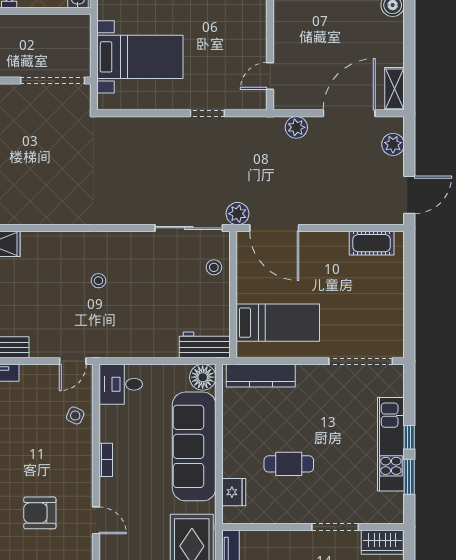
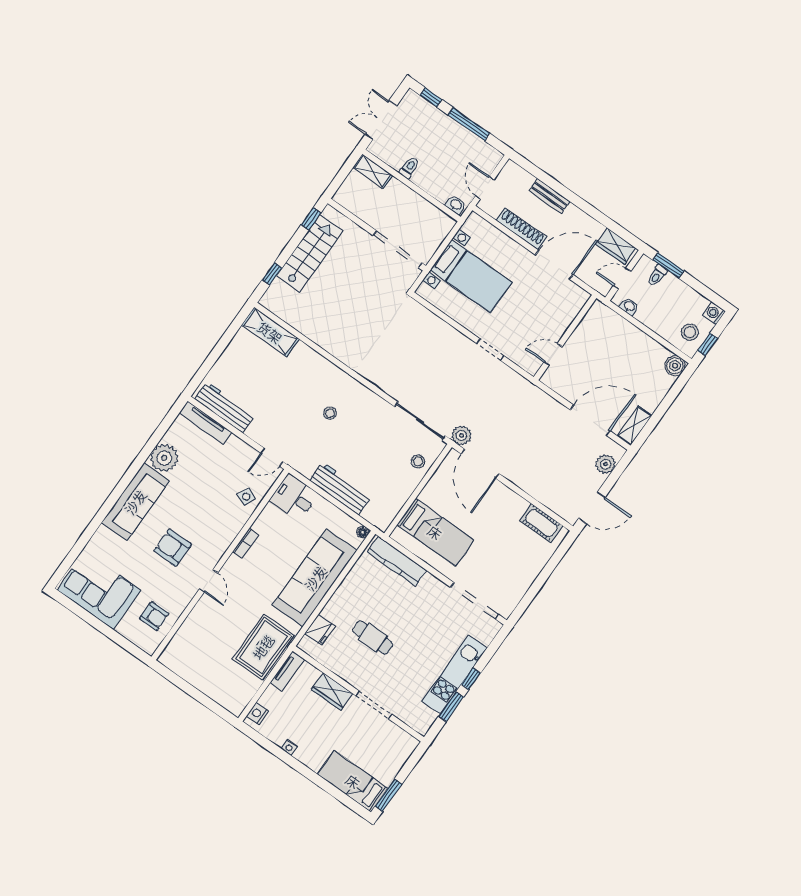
plant: (296, 127) -> (546, 404), removed
workbench: (205, 345) -> (340, 489), moved, width x1.38
floor lamp: (203, 377) -> (363, 532), width x0.53, depth x0.53
wardrobe: (382, 542) -> (332, 691), moved

